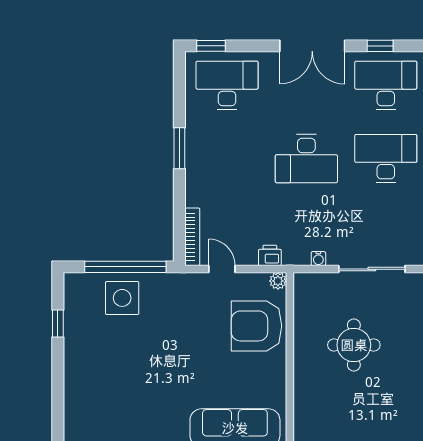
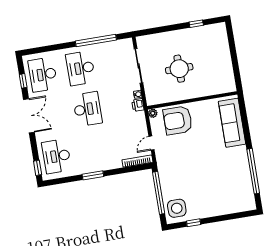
printer: (270, 255) -> (138, 105), moved
side table: (122, 298) -> (177, 208), moved
armchair: (257, 326) -> (178, 120), turned 90

